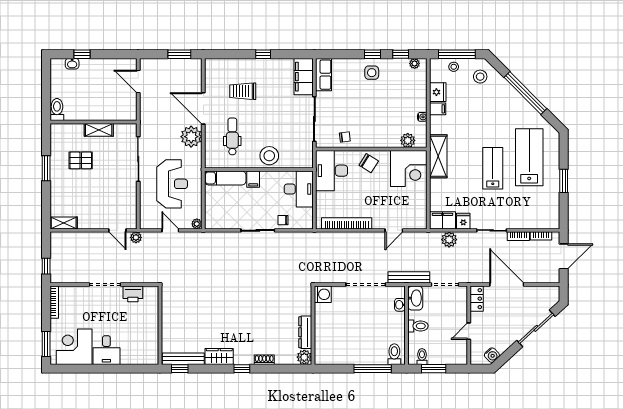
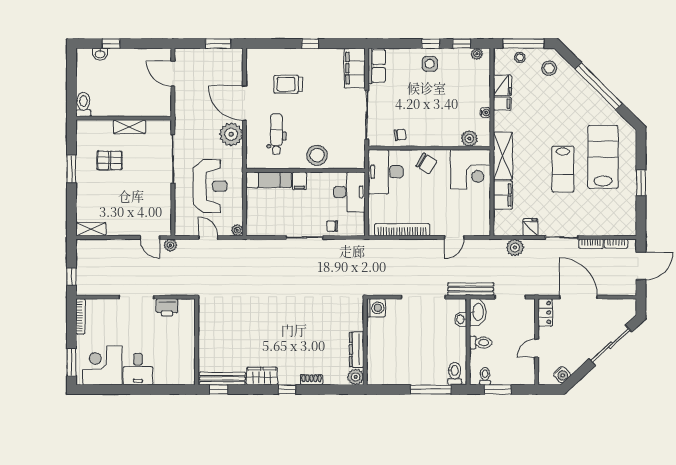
lab bench: (493, 168) -> (563, 169), turned 180
filing cabinet: (442, 220) -> (503, 195), moved, turned 90

